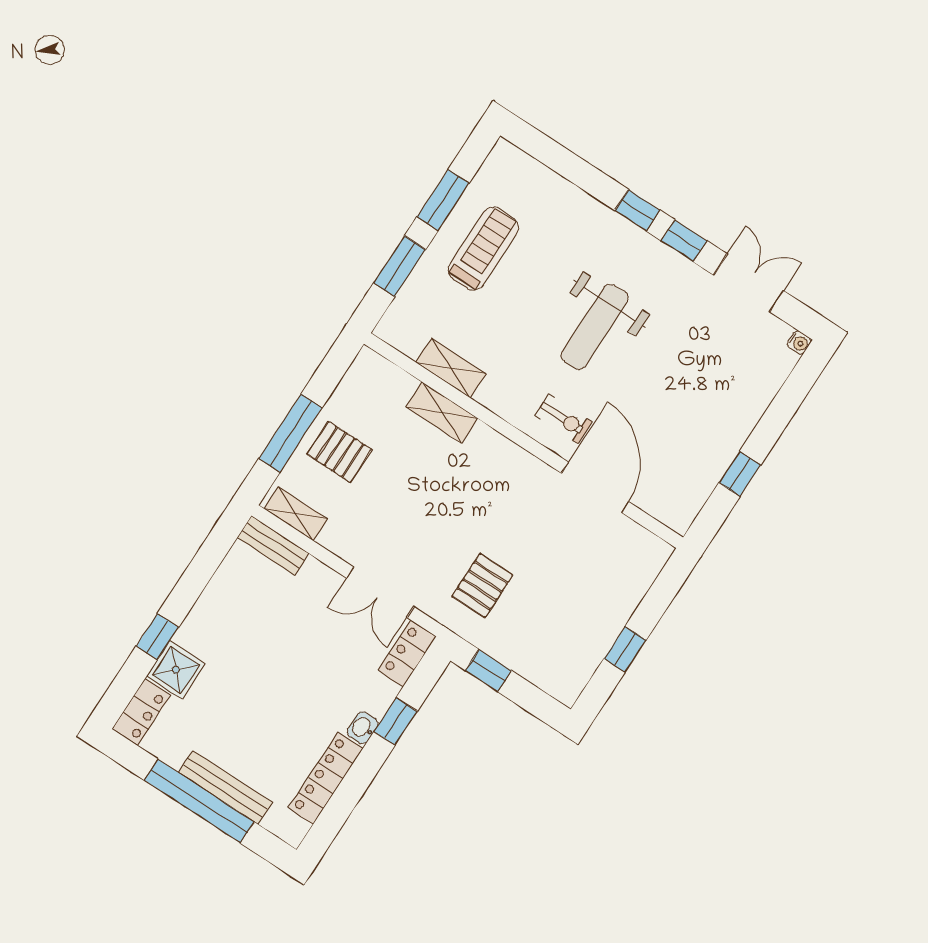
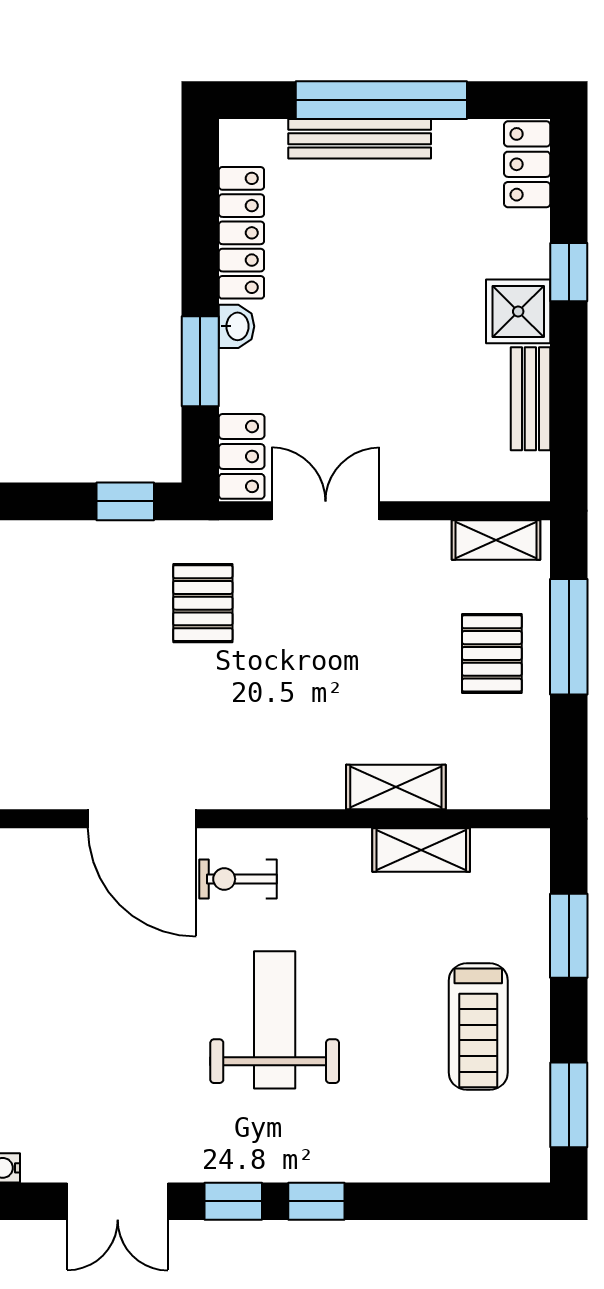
window: (443, 200) -> (569, 1105), moved
pallet: (339, 452) -> (492, 653), turned 90
bench: (273, 545) -> (530, 399), moved, turned 90
shower: (176, 670) -> (518, 311), moved
window: (396, 721) -> (200, 361), width x1.50

